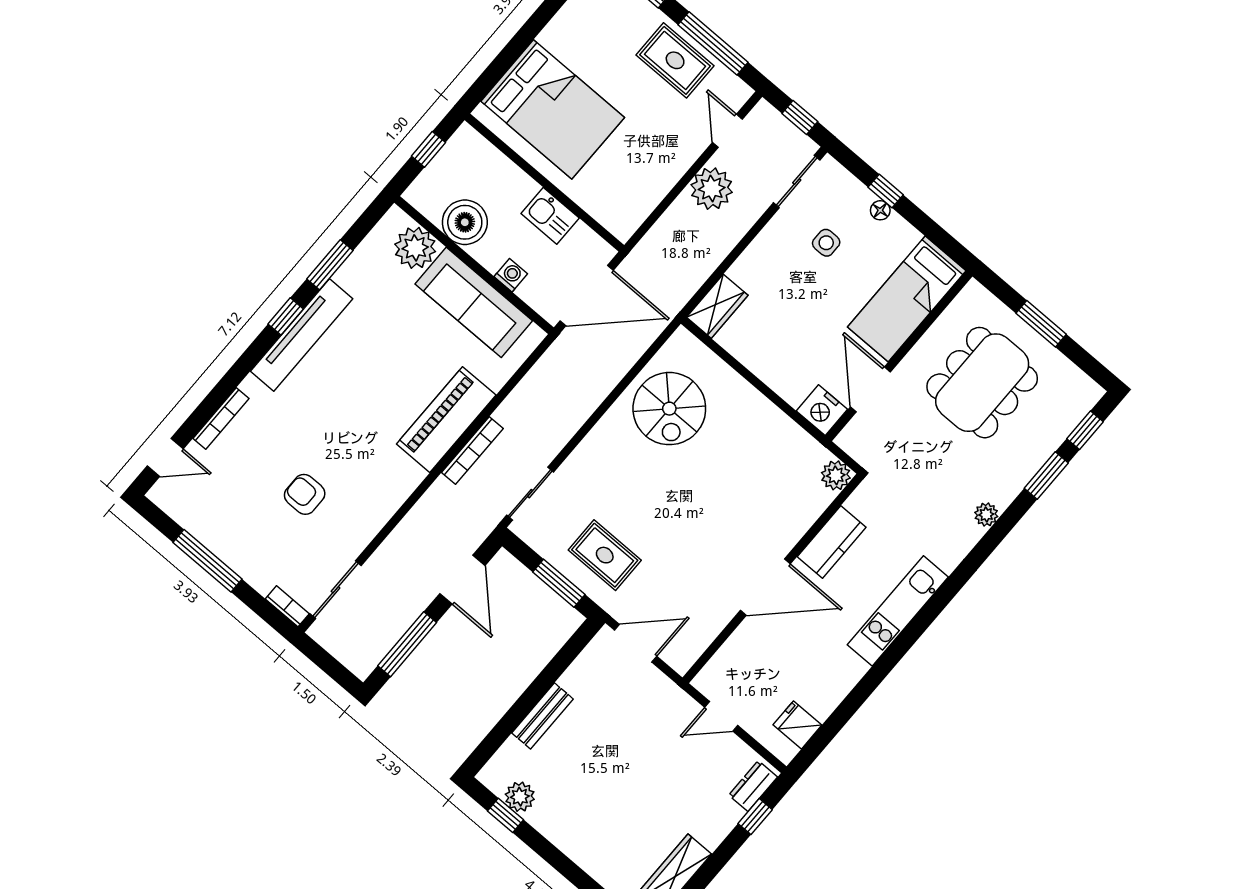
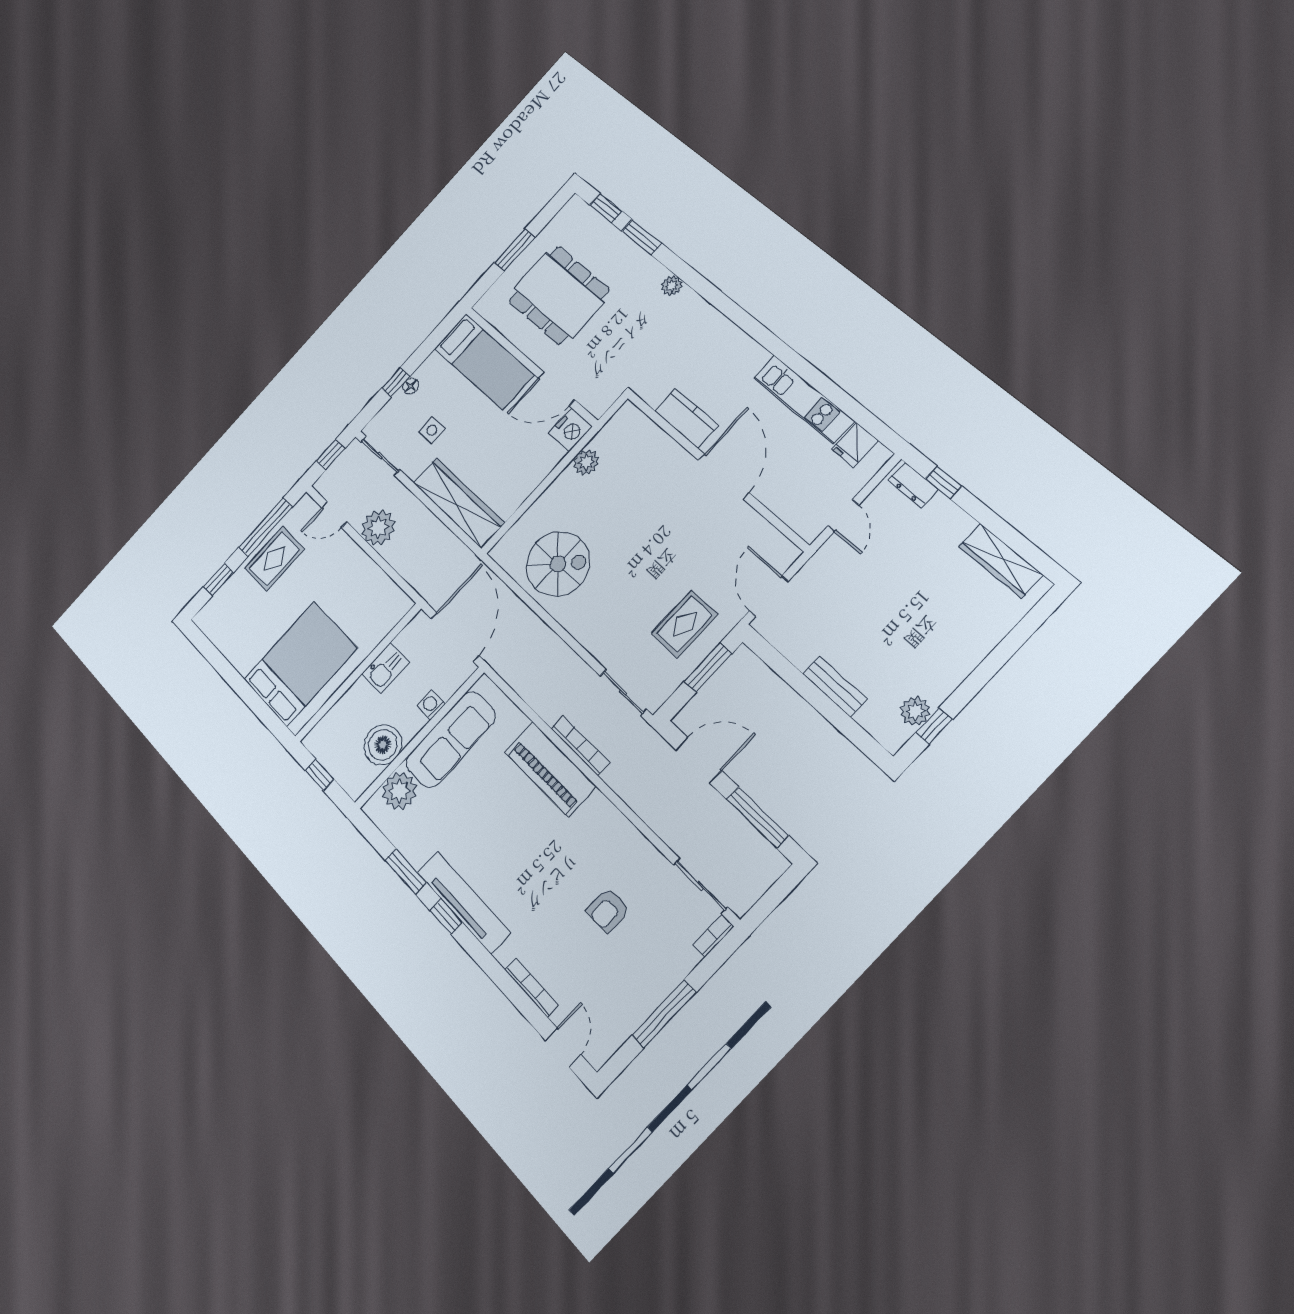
wardrobe: (717, 306) -> (459, 503), width x2.10, depth x1.17
plant: (836, 475) -> (586, 462), moved
kitchen unit: (898, 611) -> (803, 399), moved

